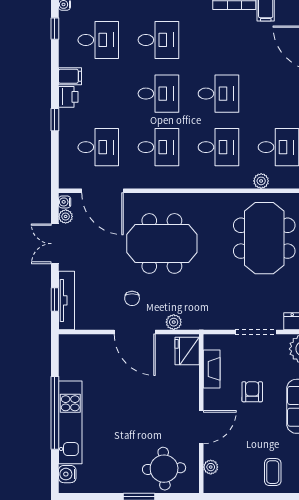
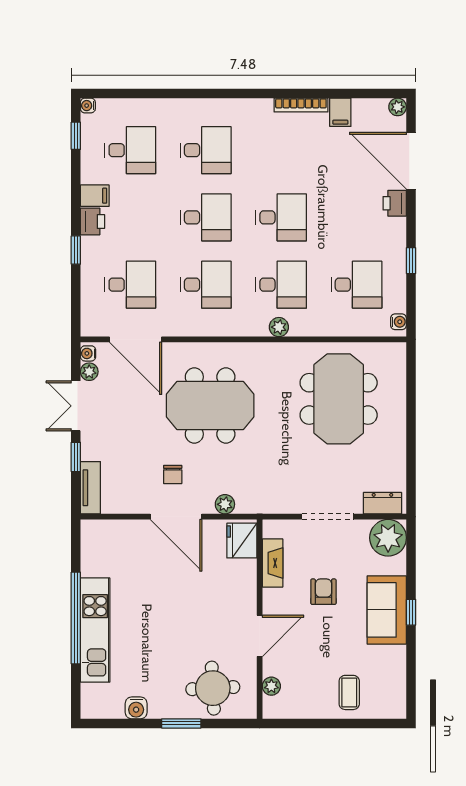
plant: (261, 181) -> (279, 327), moved
window: (55, 300) -> (76, 457), moved
tv unit: (67, 300) -> (90, 488), width x0.71
water cooler: (67, 474) -> (136, 708), moved, turned -90

